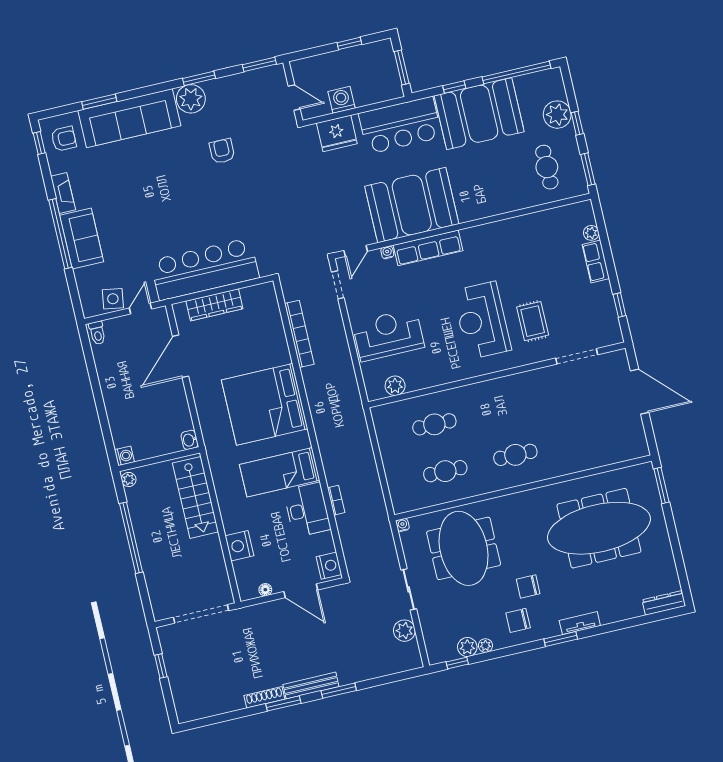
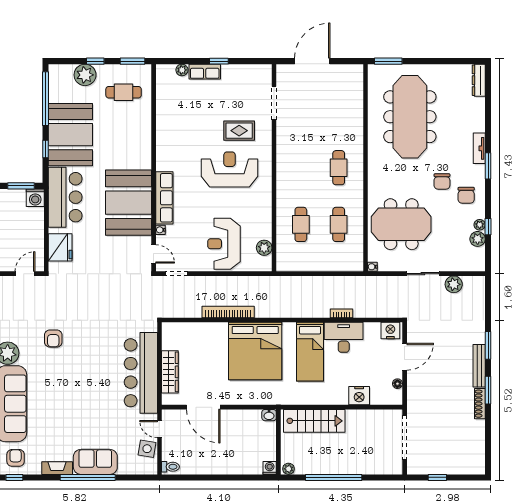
washing machine: (342, 100) -> (35, 198), moved, turned -90
armchair: (222, 151) -> (53, 339), turned -90
window: (619, 305) -> (219, 61), moved
reception desk: (482, 320) -> (230, 169), turned 180
bookcase: (299, 334) -> (228, 312), moved
window: (457, 663) -> (488, 227), moved

